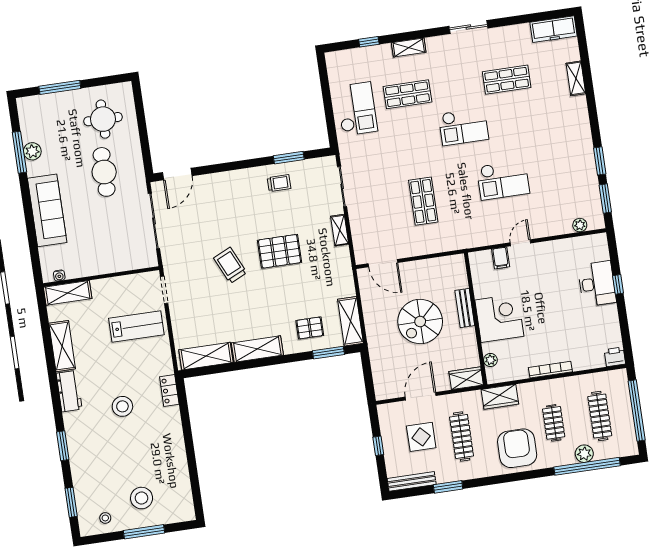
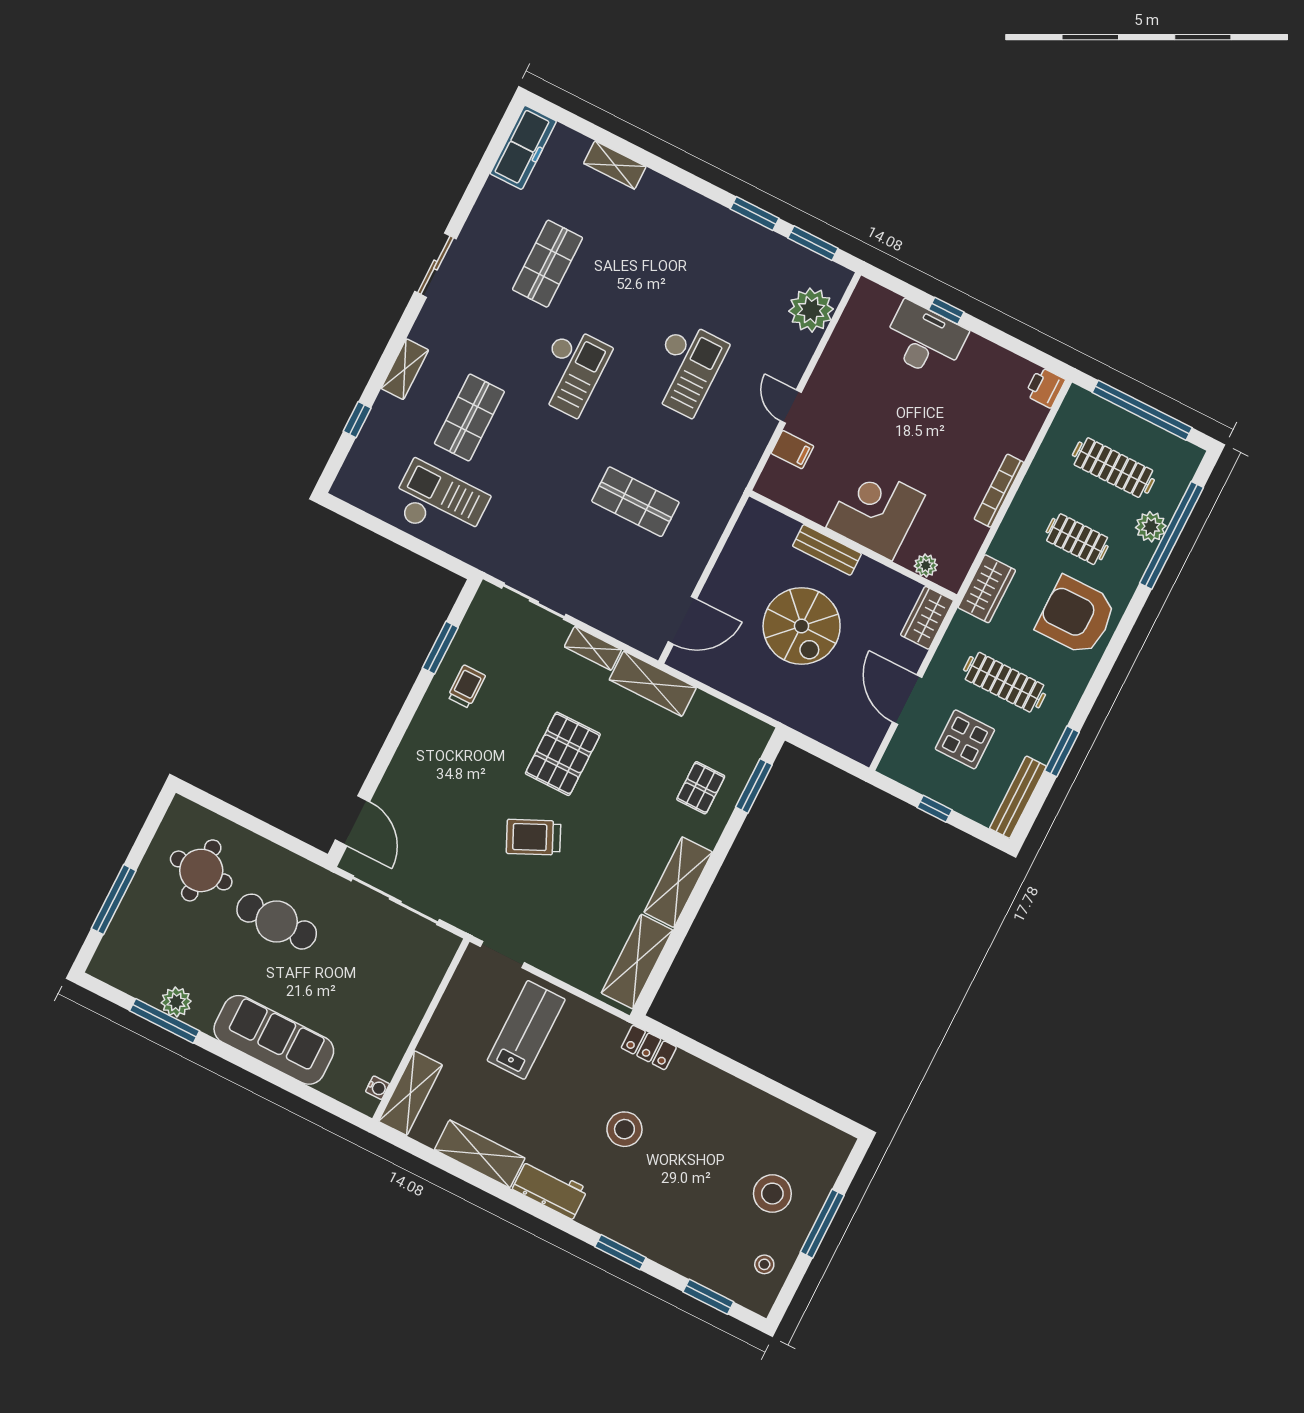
plant: (580, 225) -> (811, 310), width x1.87, depth x1.87
shelving: (350, 321) -> (653, 684), moved

